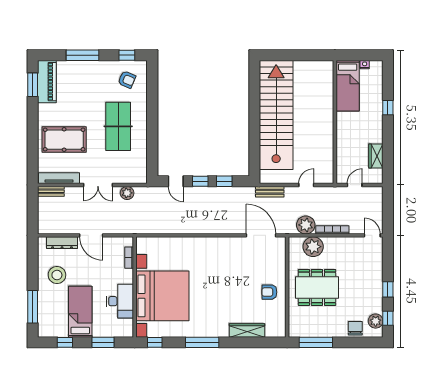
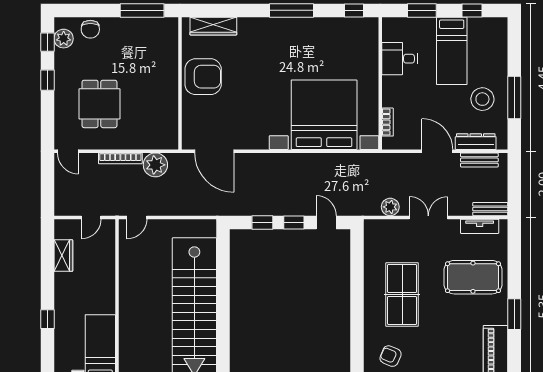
window: (33, 85) -> (514, 314), moved
tv unit: (59, 178) -> (480, 226), width x0.71
door: (306, 185) -> (137, 217), moved
bench: (270, 192) -> (479, 160), moved
plant: (313, 247) -> (146, 136), removed
dining table: (317, 287) -> (99, 104), moved, width x0.73
armchair: (269, 292) -> (203, 77), width x1.88, depth x1.88
bed with nightstands: (162, 296) -> (324, 115), moved, turned 90
desk: (120, 301) -> (399, 59), width x0.73
window: (33, 307) -> (514, 98), moved
wardrobe: (247, 331) -> (213, 26), moved

